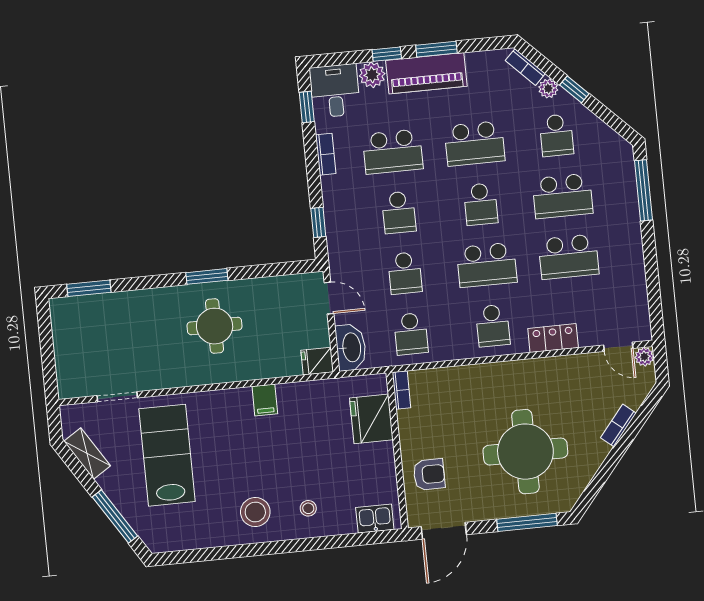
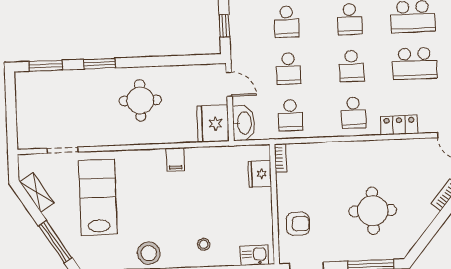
school desk: (487, 265) -> (352, 66), width x0.54
window: (207, 276) -> (99, 64), moved
fridge: (317, 361) -> (213, 124), width x1.88, depth x1.34
fridge: (371, 419) -> (260, 174), width x0.73, depth x0.75
round table: (525, 452) -> (373, 211), width x0.73, depth x0.73
stool: (255, 512) -> (149, 253), moved

